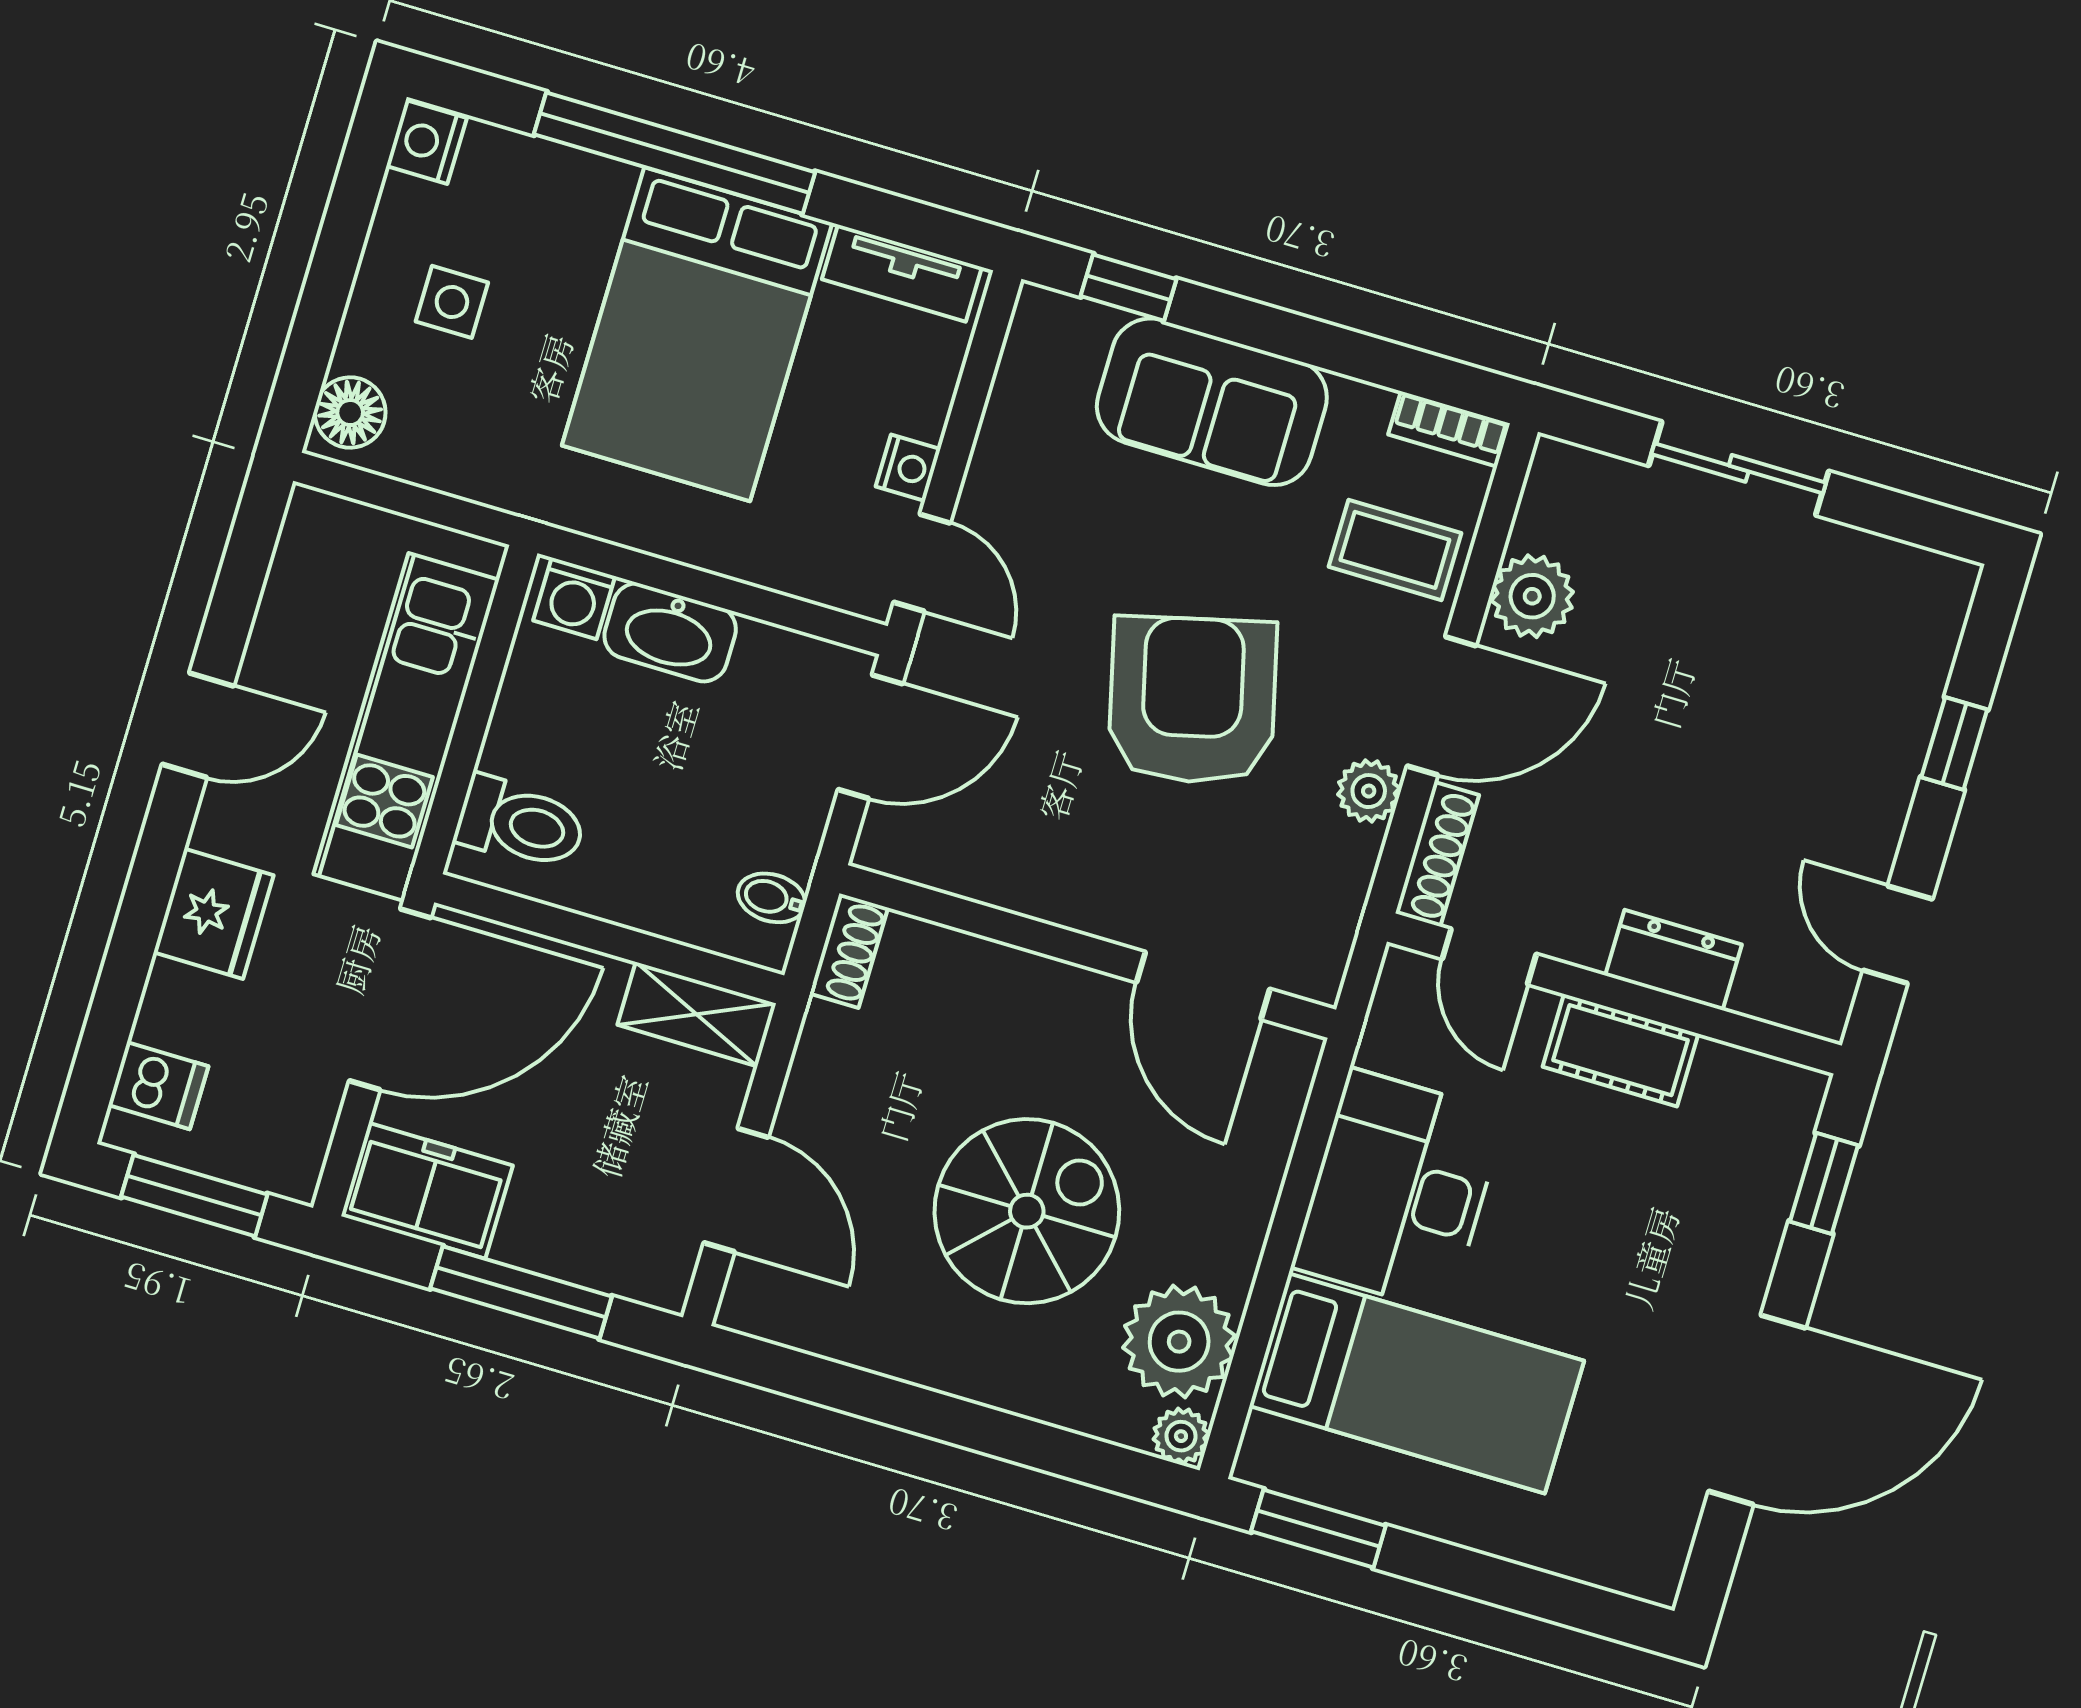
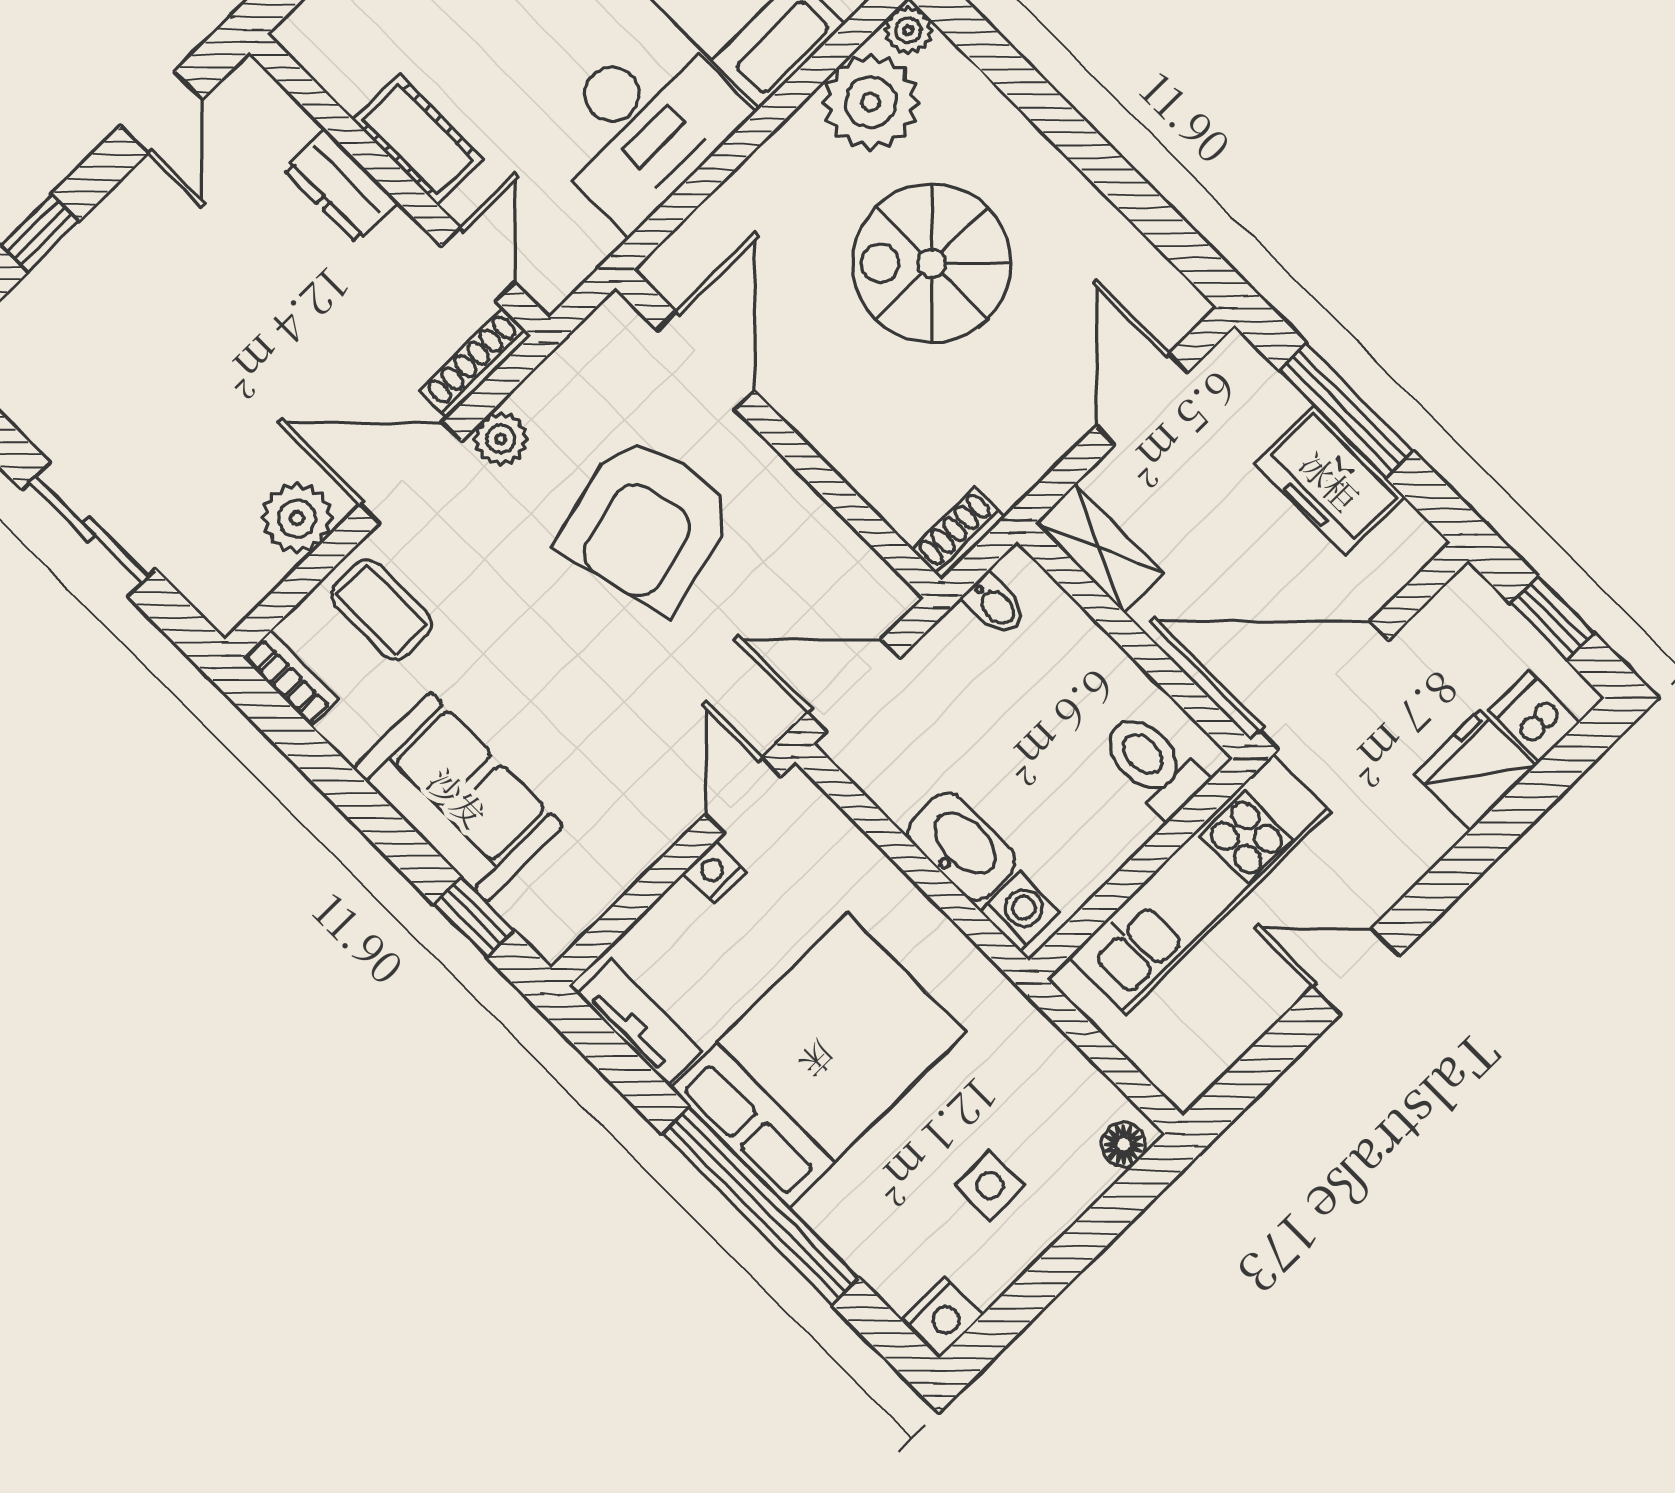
floor lamp: (350, 413) -> (1124, 1144), width x0.73, depth x0.73
armchair: (1192, 700) -> (647, 524), moved
fridge: (214, 914) -> (1475, 770), moved
freezer: (427, 1191) -> (1330, 480), moved
window: (194, 1196) -> (1553, 618), width x0.67

